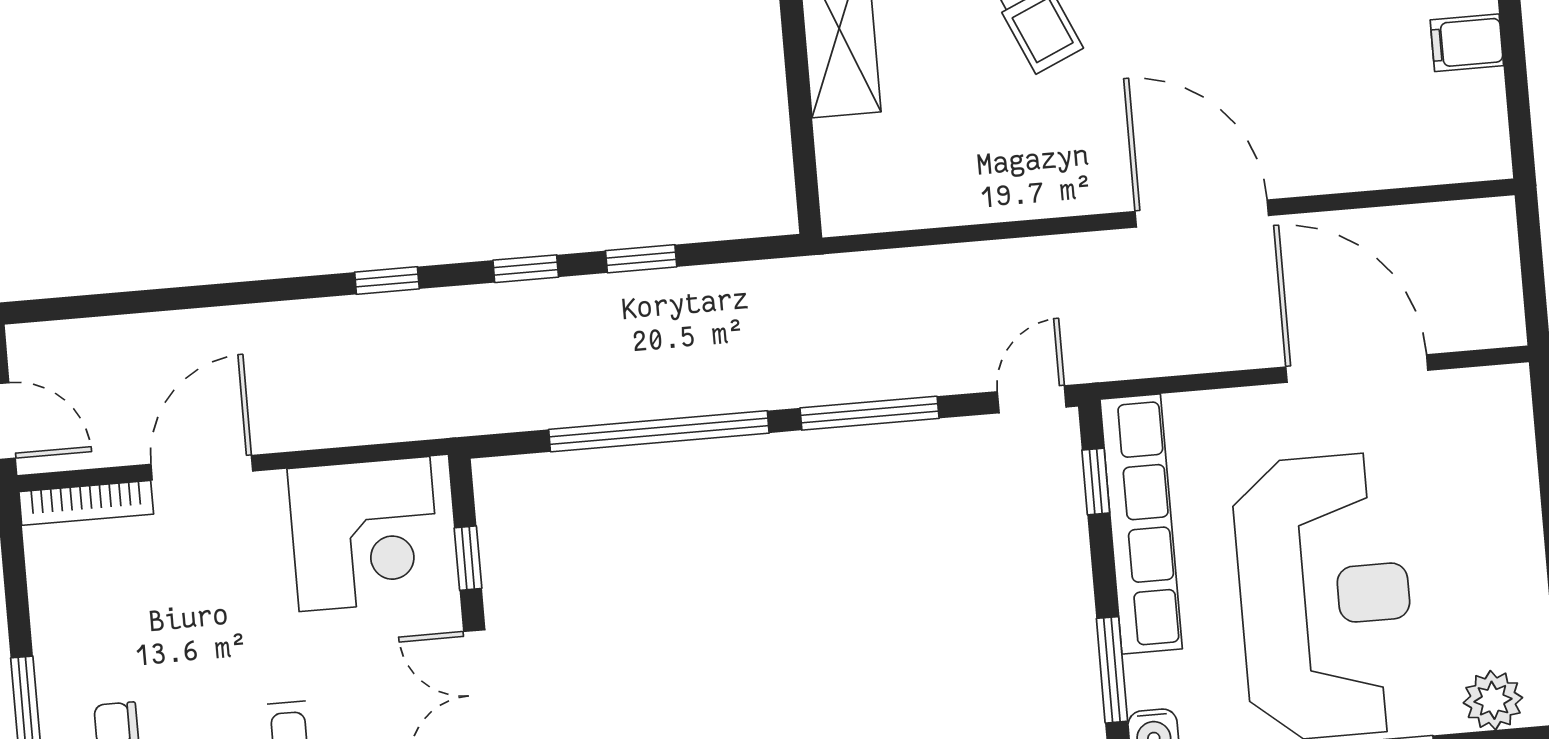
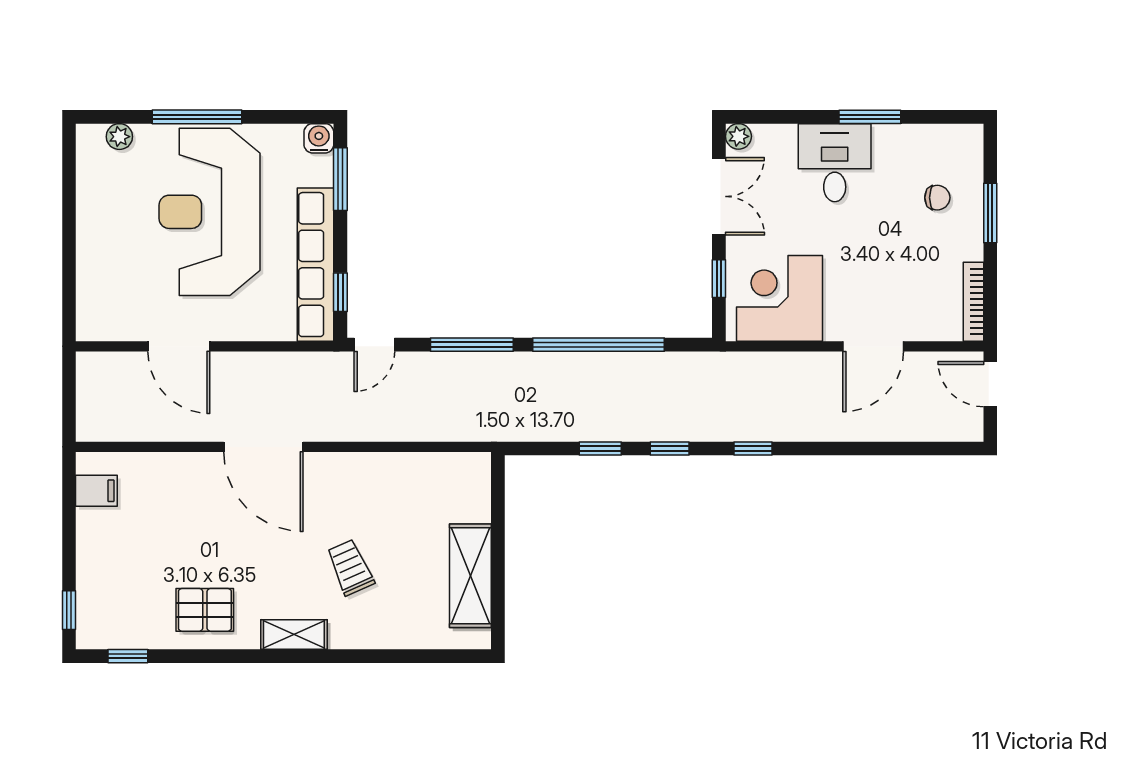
filing cabinet: (1467, 43) -> (96, 491), moved
door: (1357, 369) -> (179, 346), width x0.73
bookcase: (86, 503) -> (973, 302), moved, turned -90
plant: (1493, 700) -> (119, 137), width x0.73, depth x0.73

